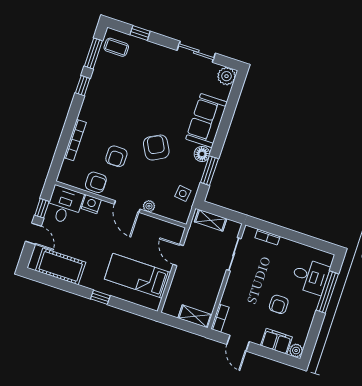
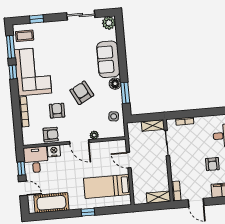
corner sofa: (108, 95) -> (33, 71), added
armchair: (116, 156) -> (57, 111), turned 180
shelving: (211, 220) -> (153, 125), moved

